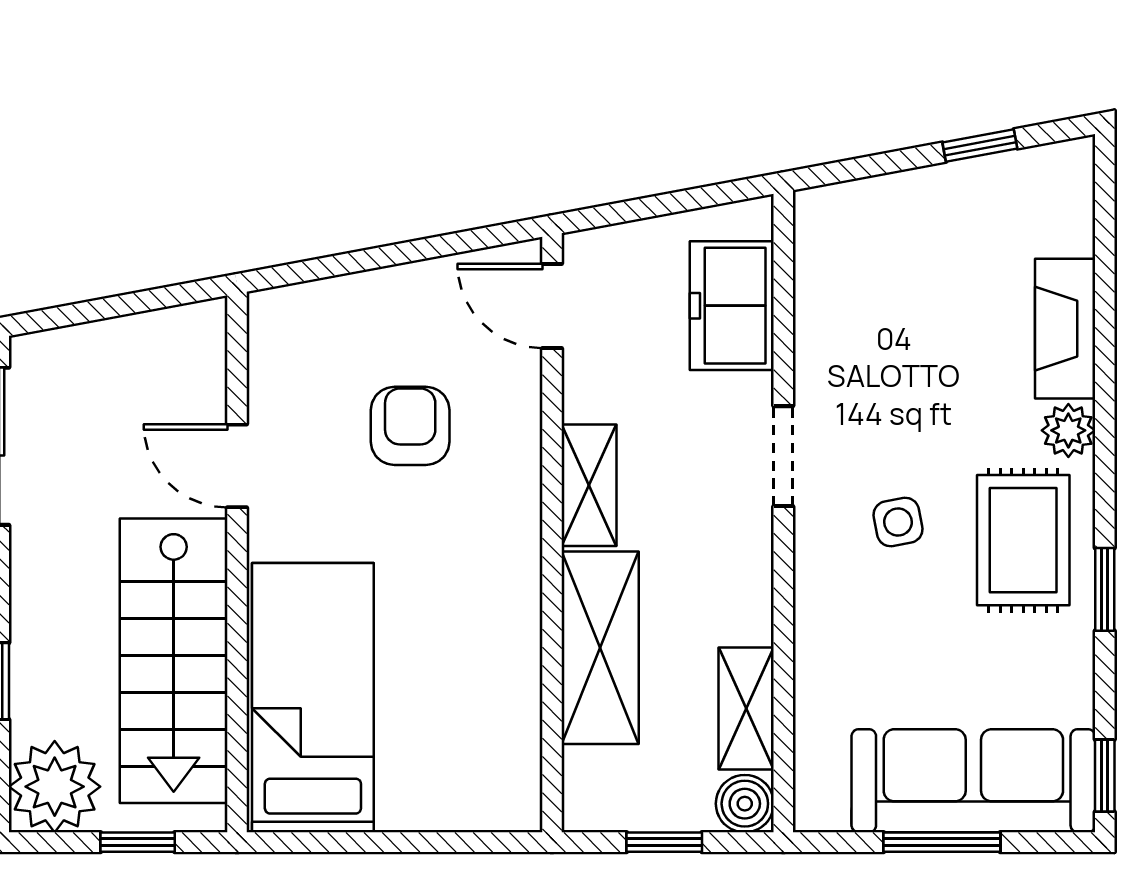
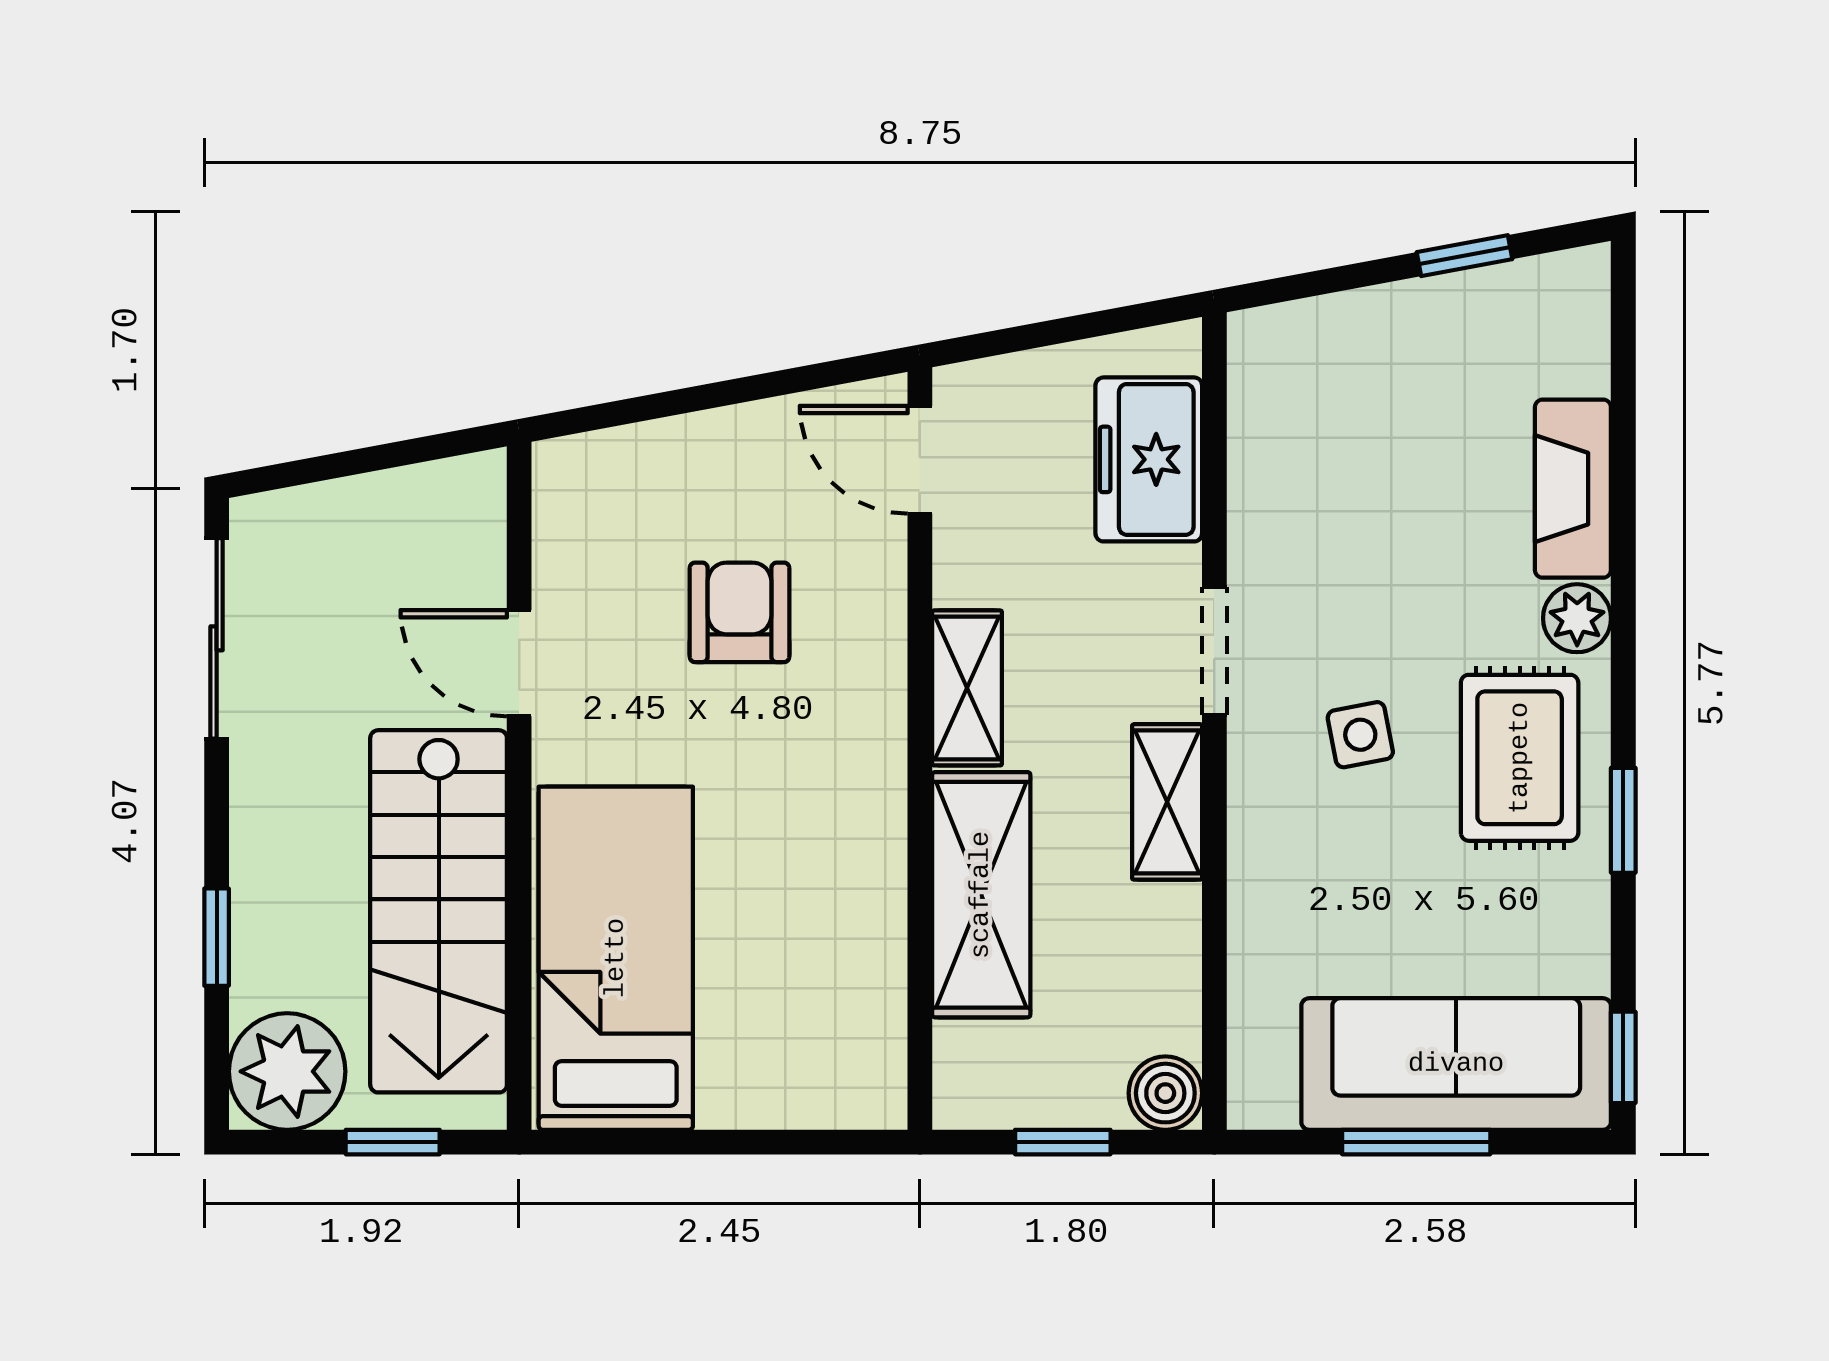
shelving: (746, 709) -> (1167, 802), moved

